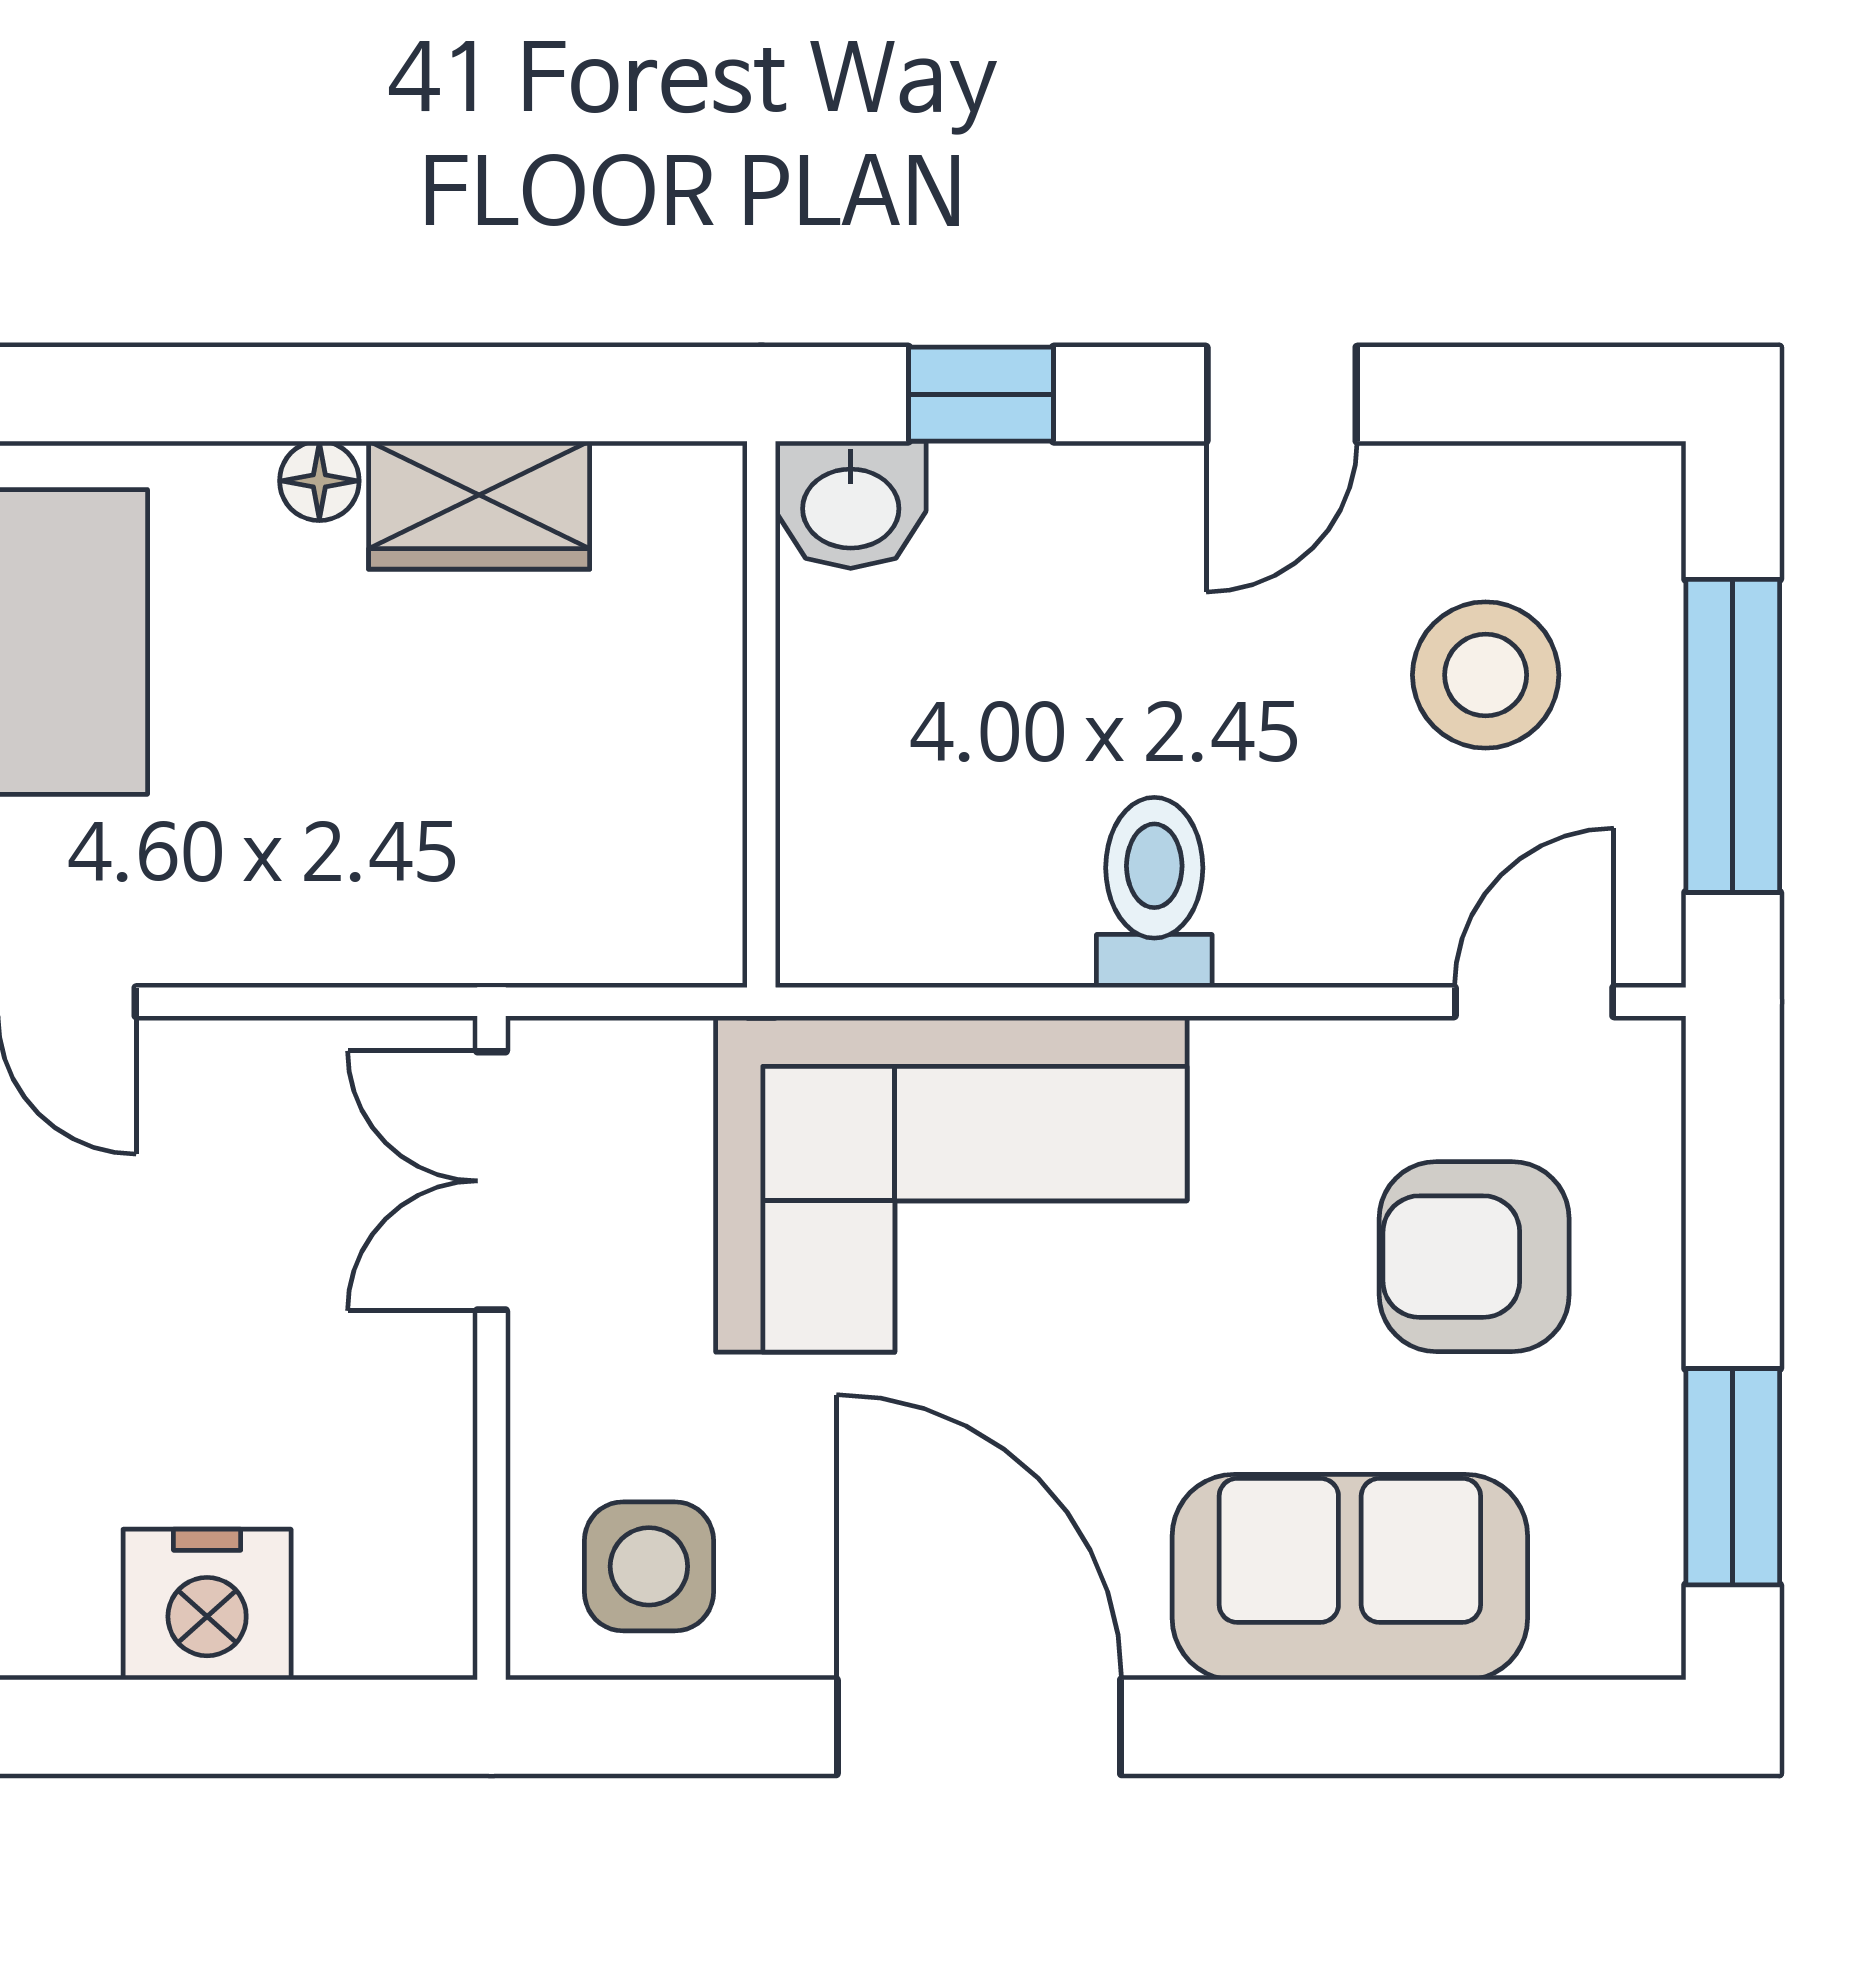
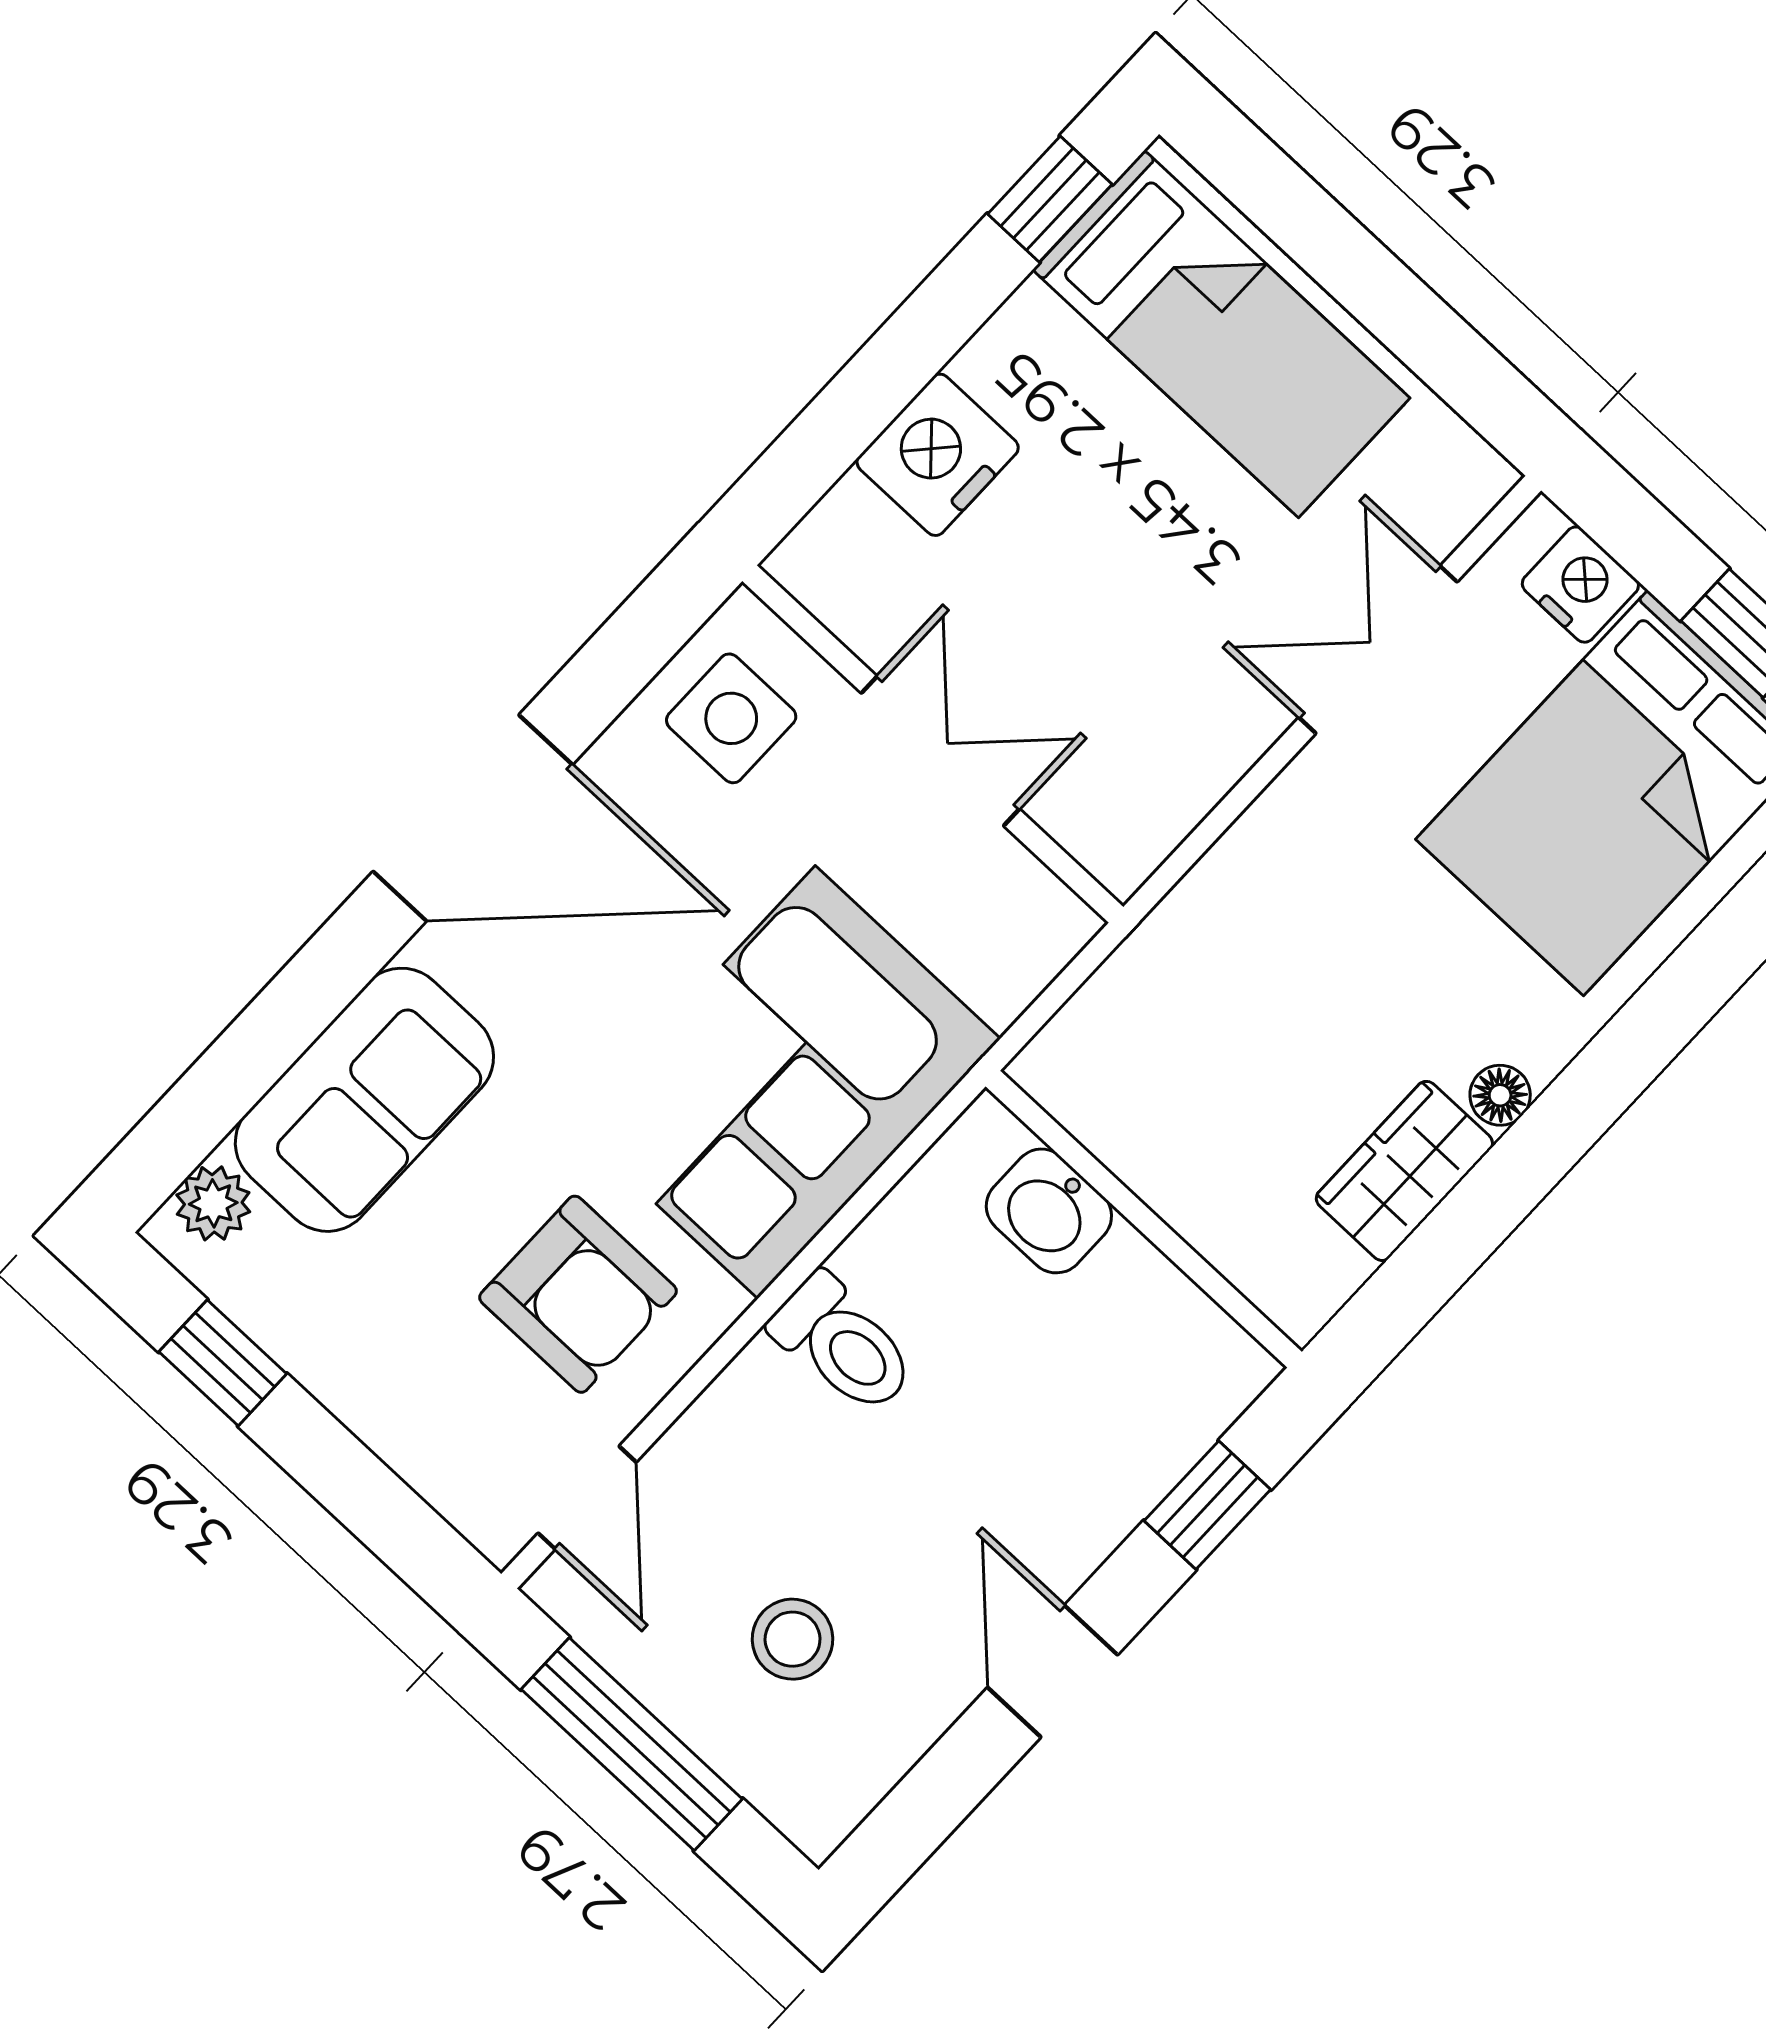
washbasin: (851, 505) -> (1049, 1211), moved, turned -90
stool: (1486, 675) -> (793, 1639), width x0.73, depth x0.73
double door: (492, 1181) -> (940, 751), moved
armchair: (1474, 1257) -> (578, 1294), moved, turned 90
window: (1733, 1477) -> (223, 1363), width x0.67
plant: (1587, 1630) -> (213, 1203), added

